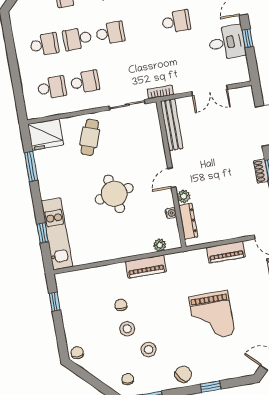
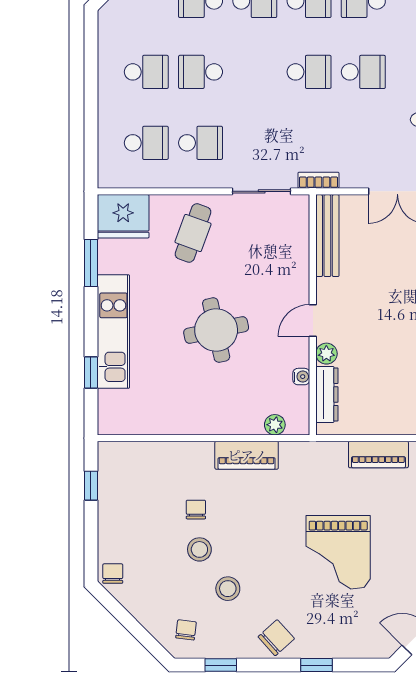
school desk: (110, 33) -> (309, 72), moved
kitchen unit: (57, 234) -> (113, 332), moved

